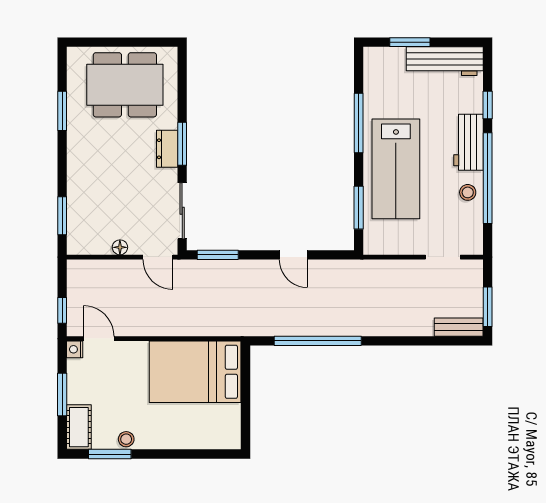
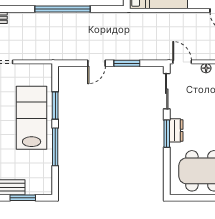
window: (359, 208) -> (55, 106), moved
window: (218, 255) -> (127, 63), moved
door: (293, 255) -> (96, 63), swing flipped
window: (318, 341) -> (63, 9), moved

